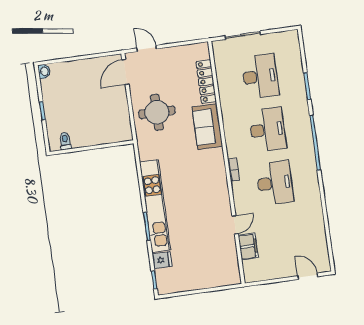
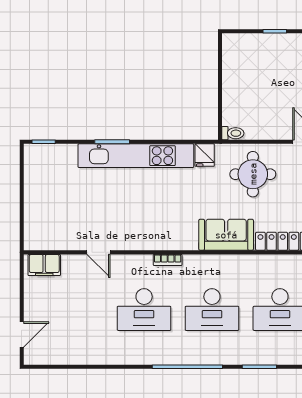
toilet: (65, 141) -> (233, 133), moved
filing cabinet: (248, 246) -> (44, 265), moved
fridge: (162, 260) -> (205, 155), moved

